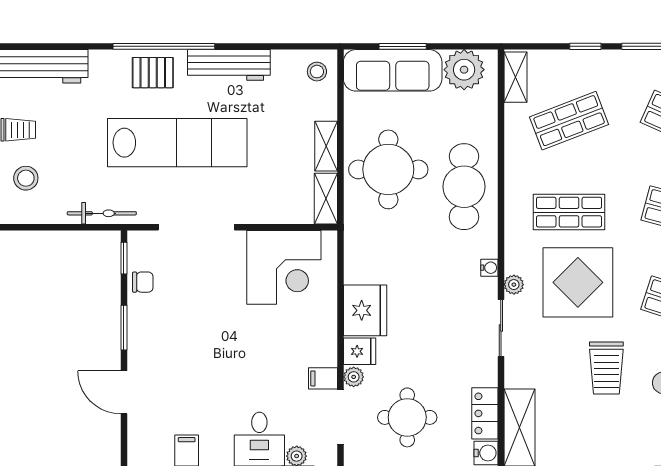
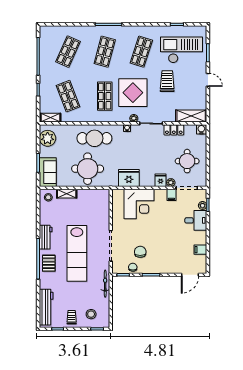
workbench: (229, 65) -> (46, 237), width x0.73
sofa: (393, 70) -> (48, 172), width x0.73
lab bench: (177, 143) -> (77, 253), turned 180
shelving: (326, 146) -> (67, 194), moved
shelving: (326, 199) -> (99, 194), removed
corner desk: (284, 267) -> (139, 204), moved, turned 90
chair: (181, 301) -> (140, 252), added
fridge: (365, 310) -> (129, 178), moved
trolley: (606, 368) -> (167, 81), turned -90
door: (124, 392) -> (190, 275), moved
locker: (485, 413) -> (174, 130), moved

